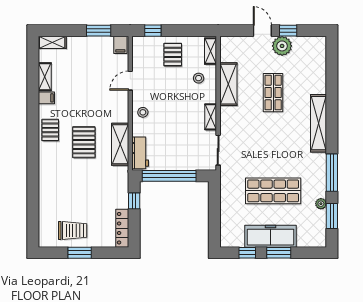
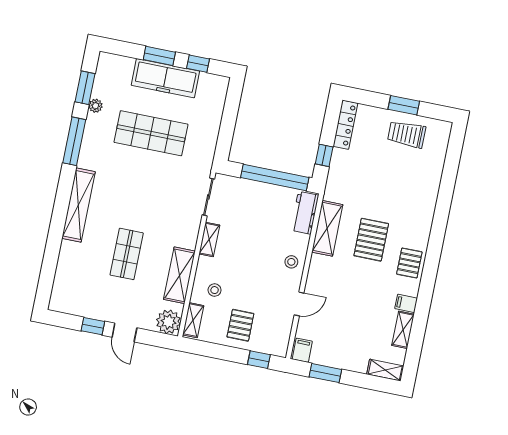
plant: (282, 46) -> (169, 322), moved

